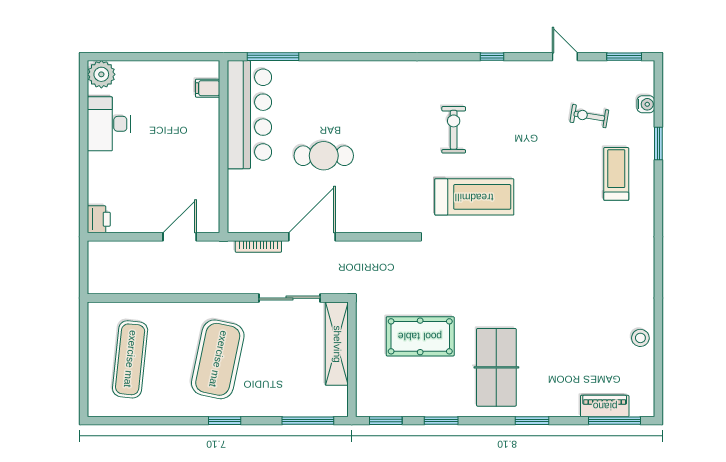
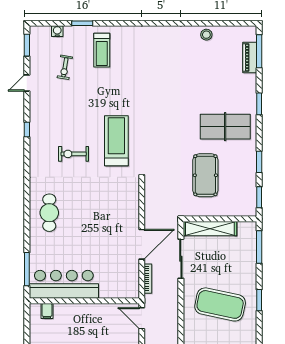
cafe table: (324, 156) -> (49, 213), moved
treadmill: (616, 174) -> (102, 50), turned -90
door: (180, 237) -> (142, 318), moved
door: (312, 237) -> (142, 244), swing flipped

